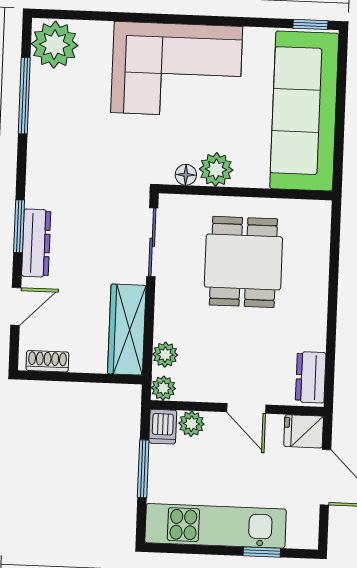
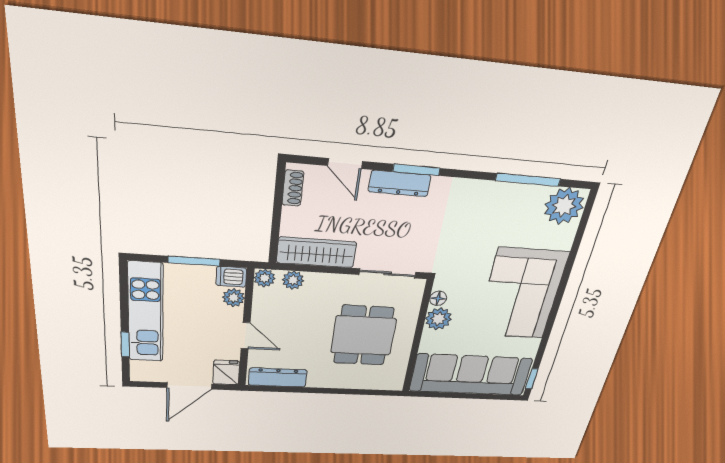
dining table: (243, 262) -> (363, 336), turned 90
dresser: (311, 377) -> (278, 378), width x1.44
door: (246, 408) -> (246, 336), swing flipped

